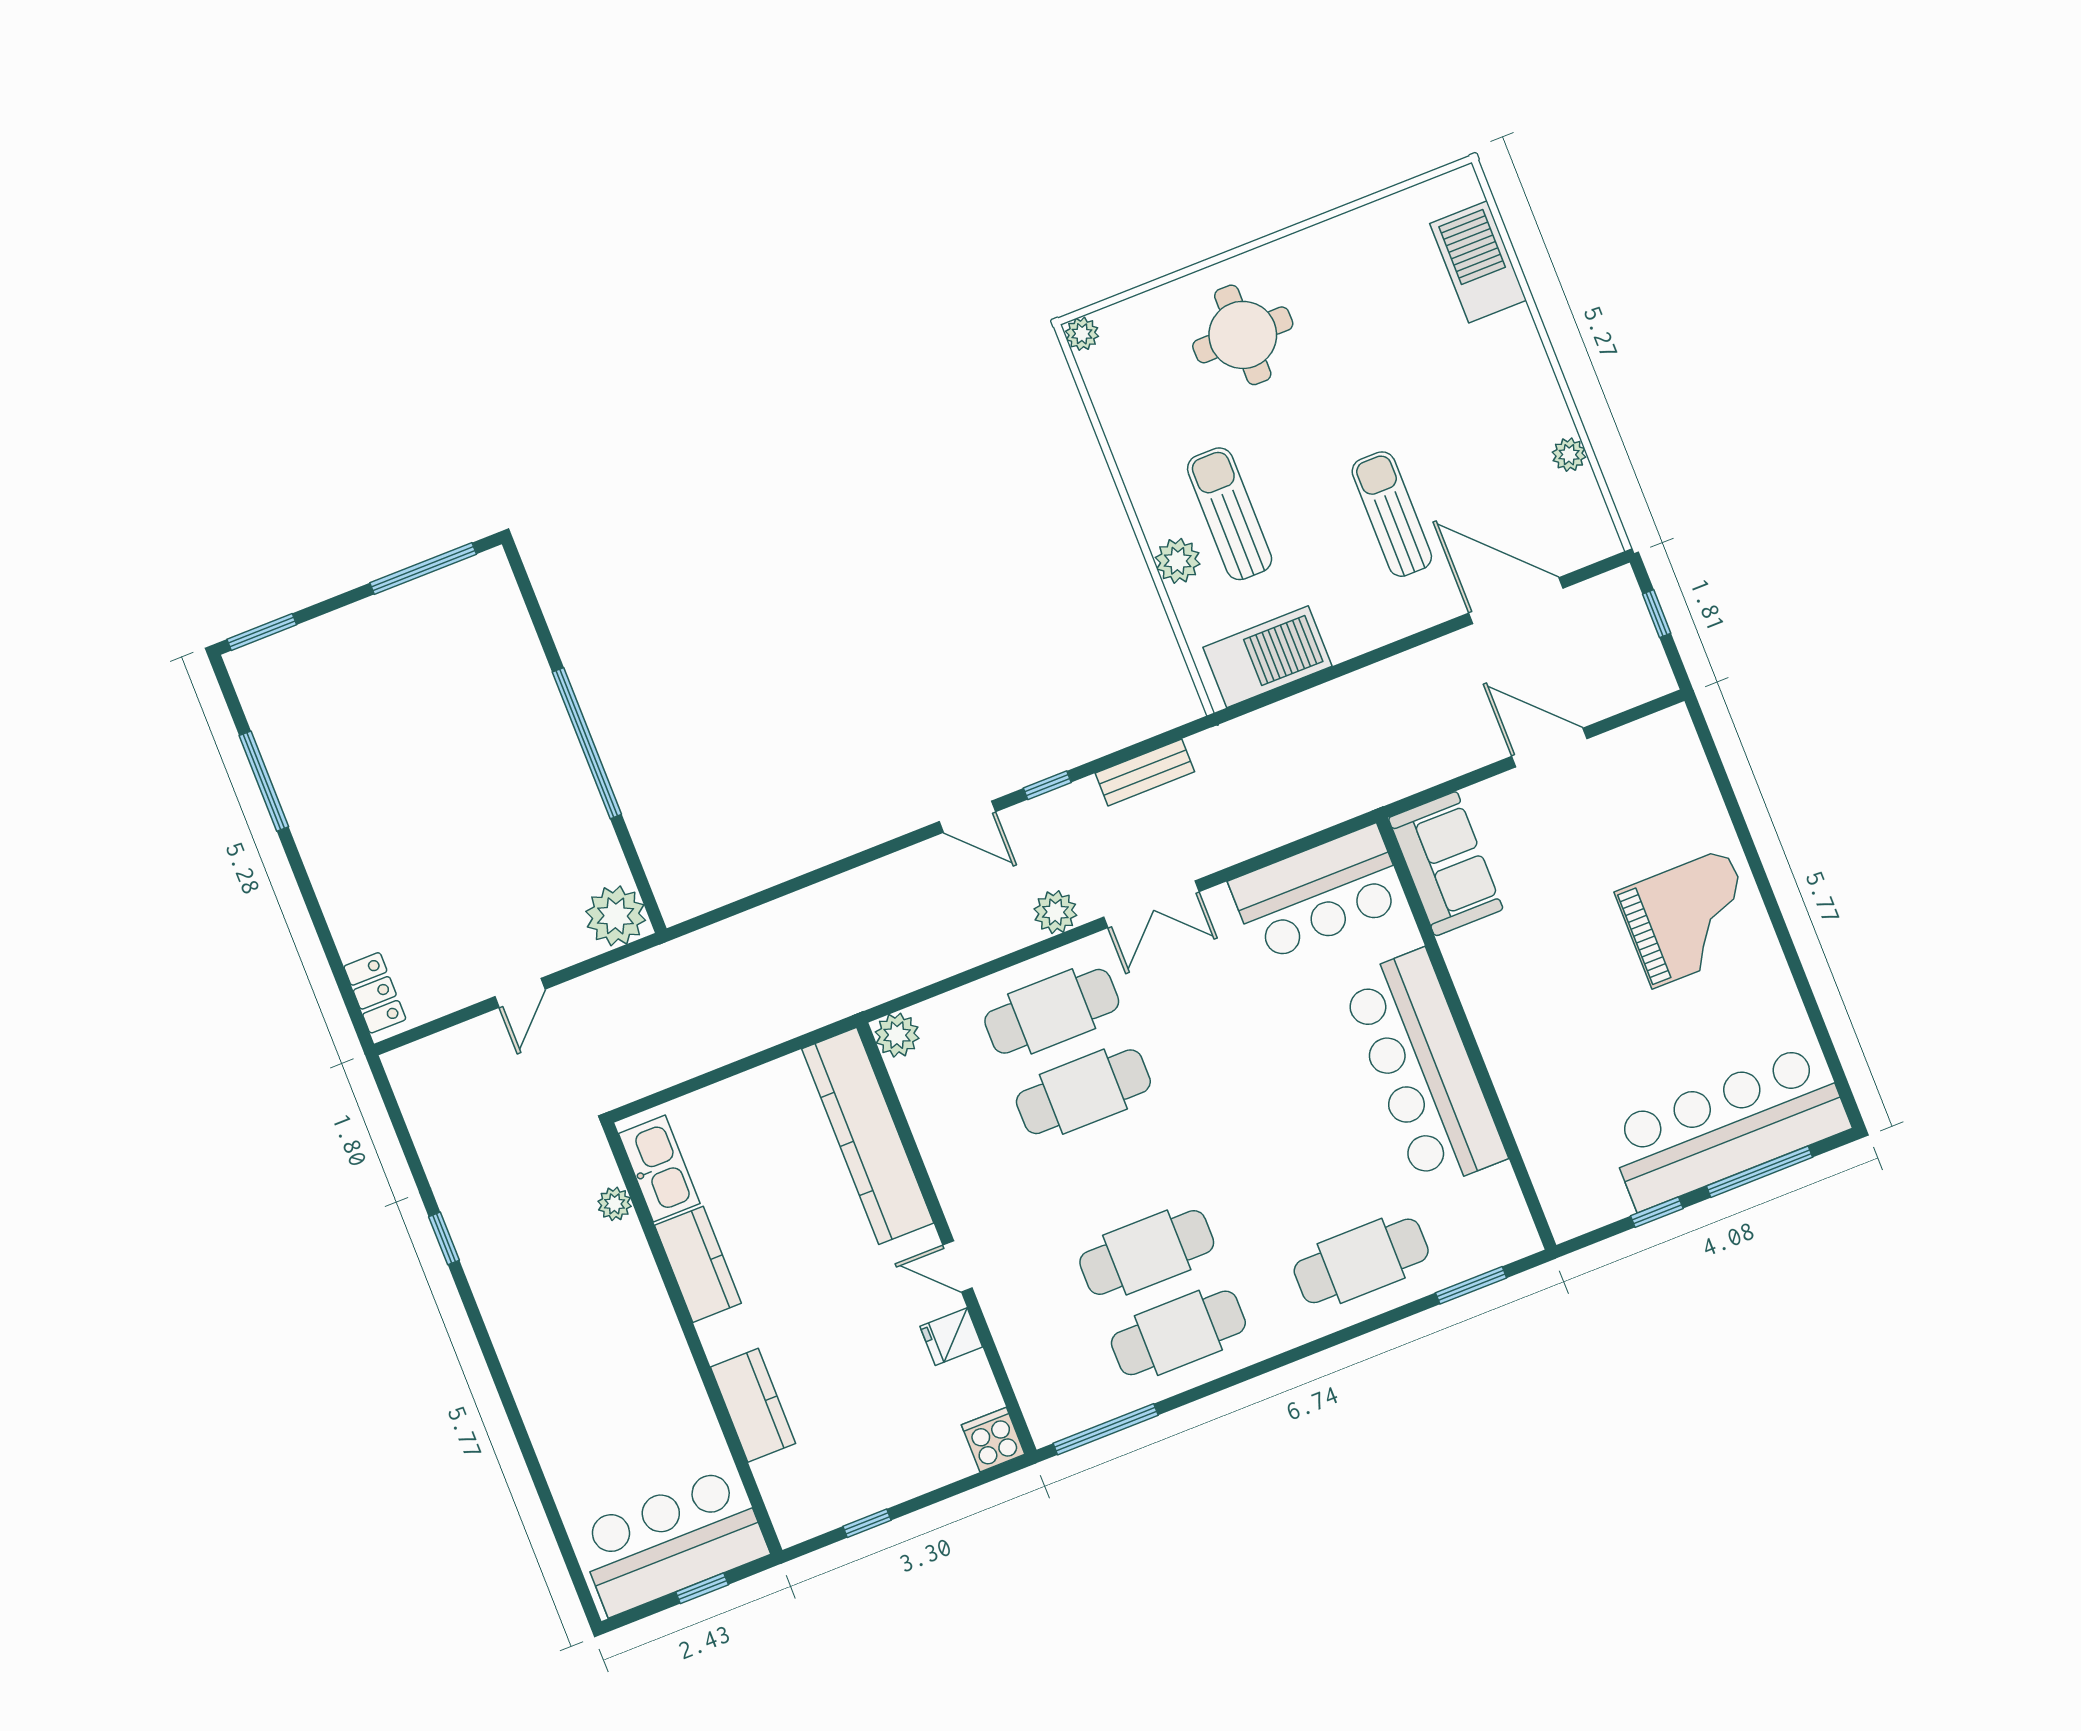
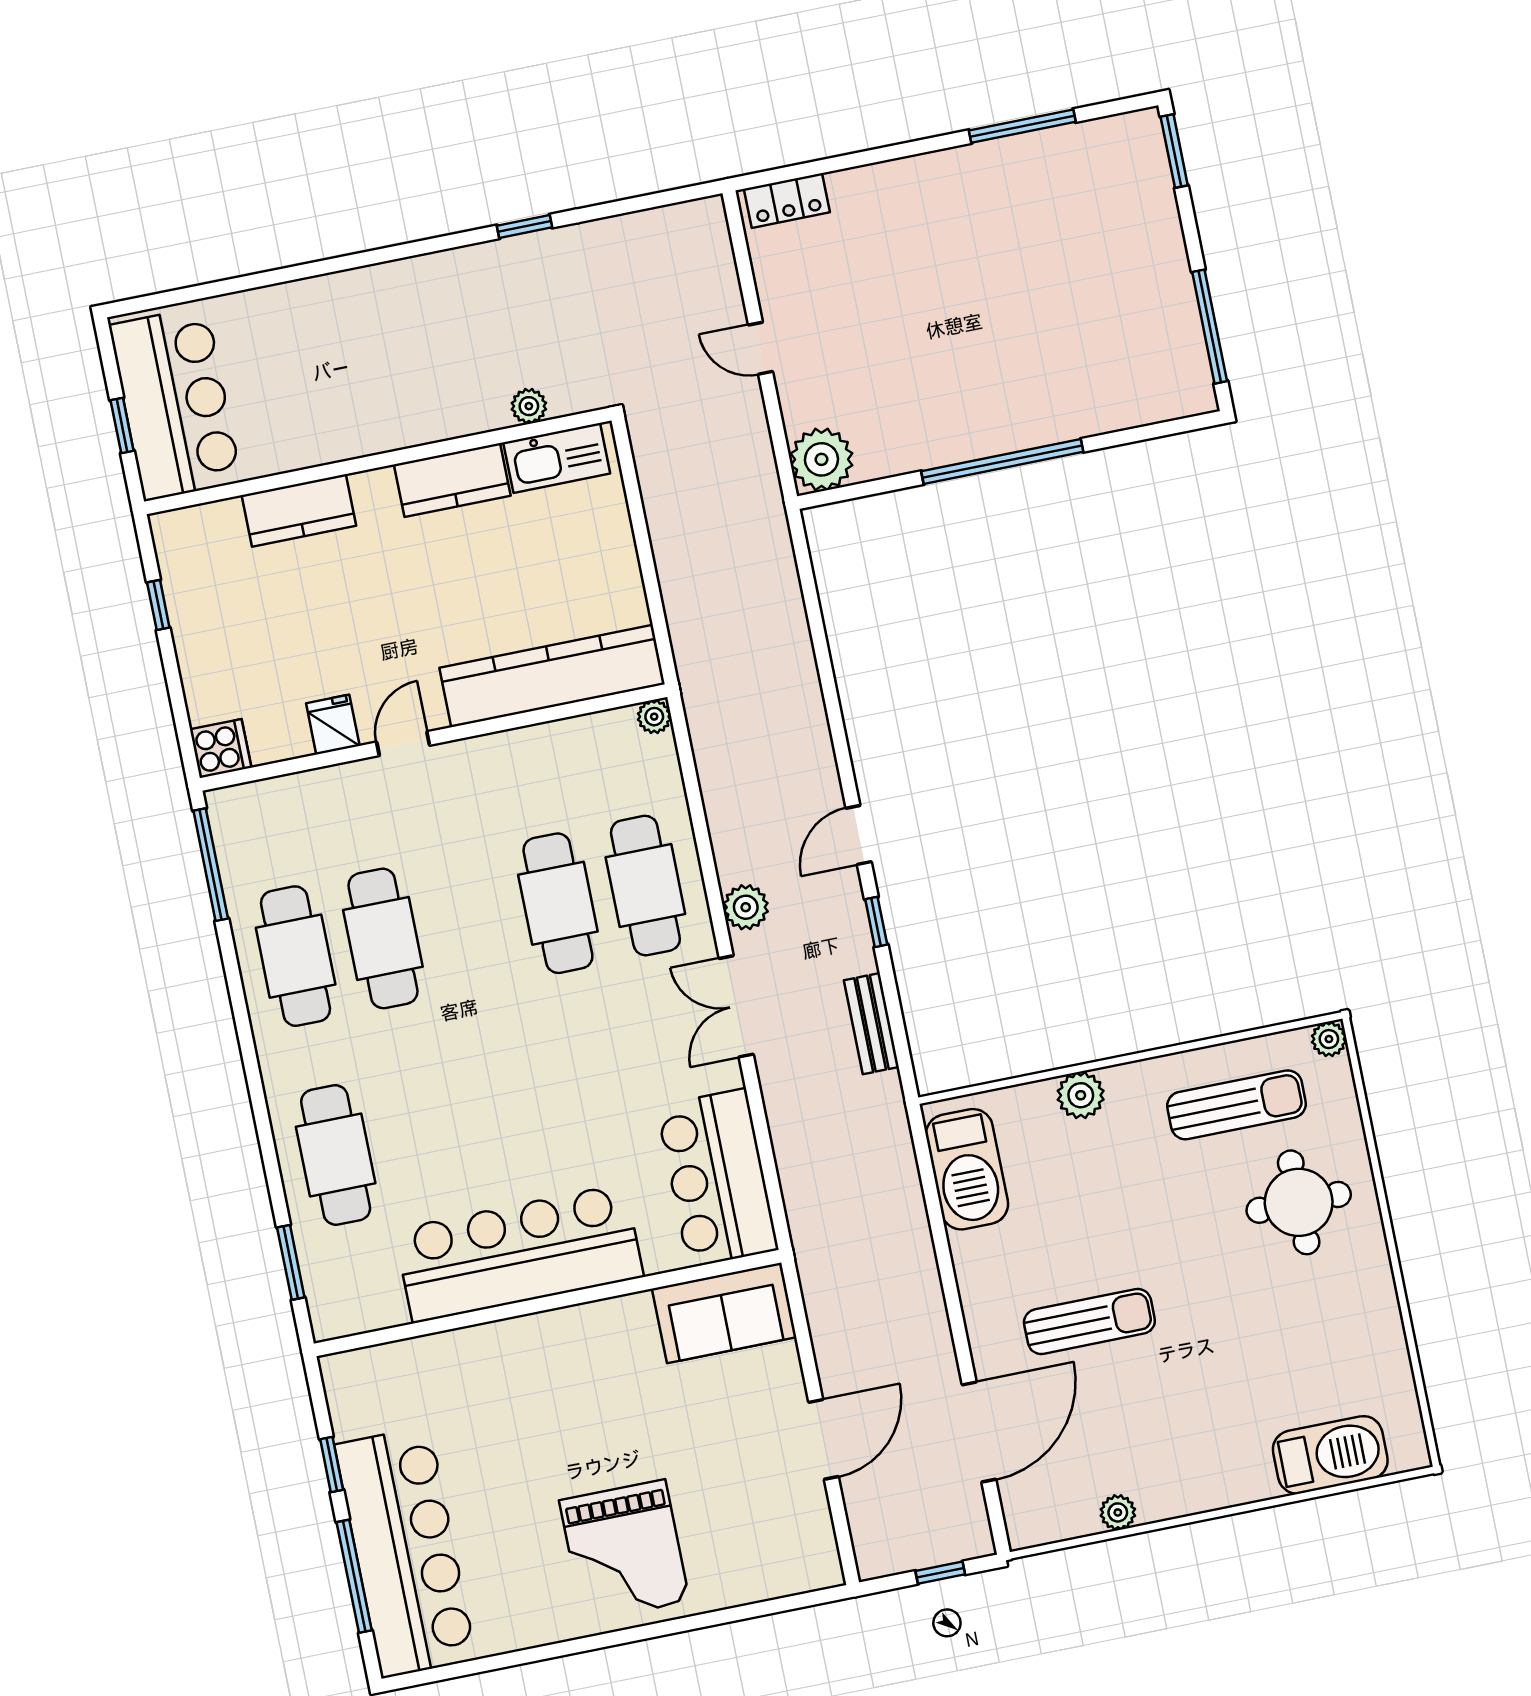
sun lounger: (1230, 514) -> (1237, 1105), moved
plant: (897, 1035) -> (654, 717), width x0.73, depth x0.73

